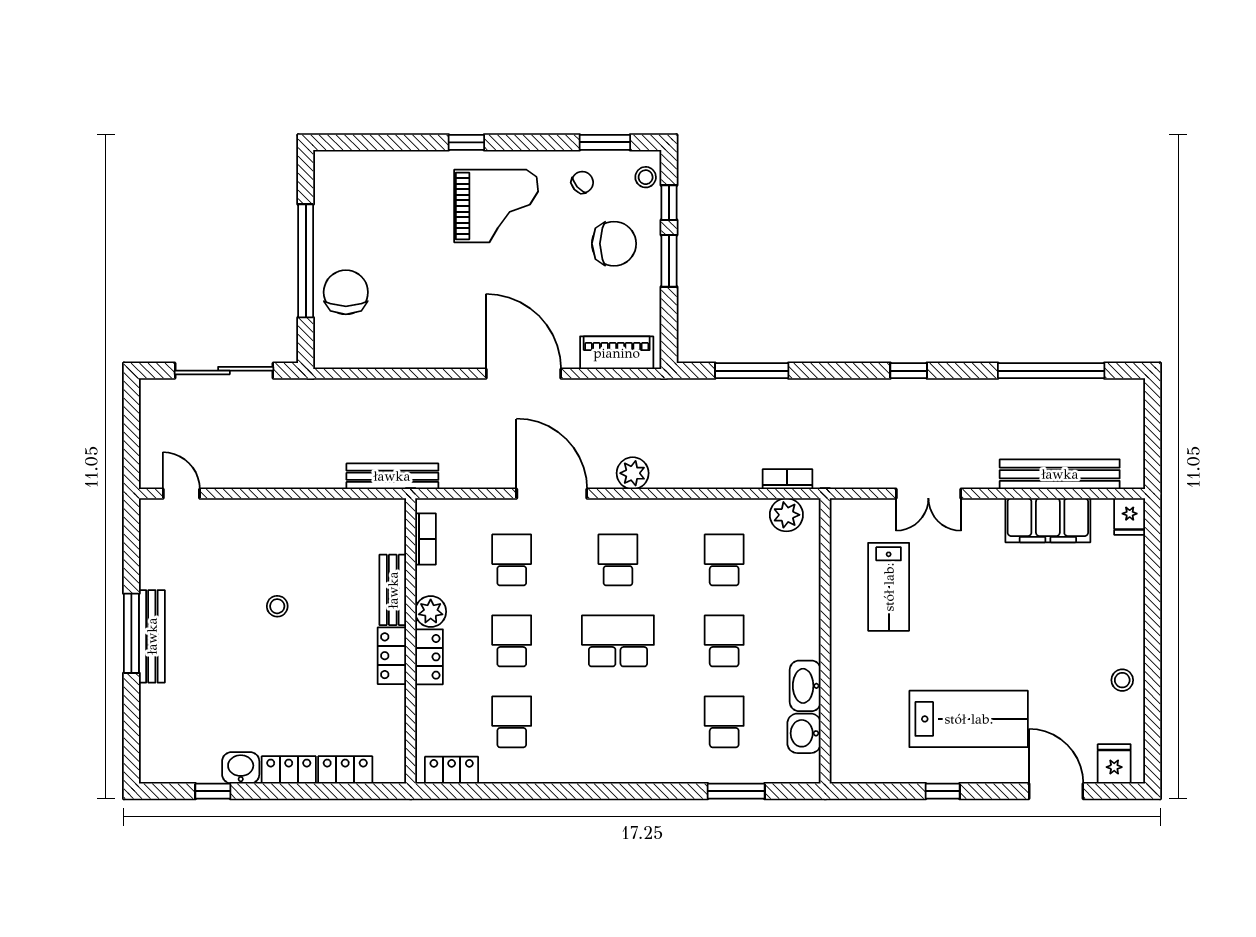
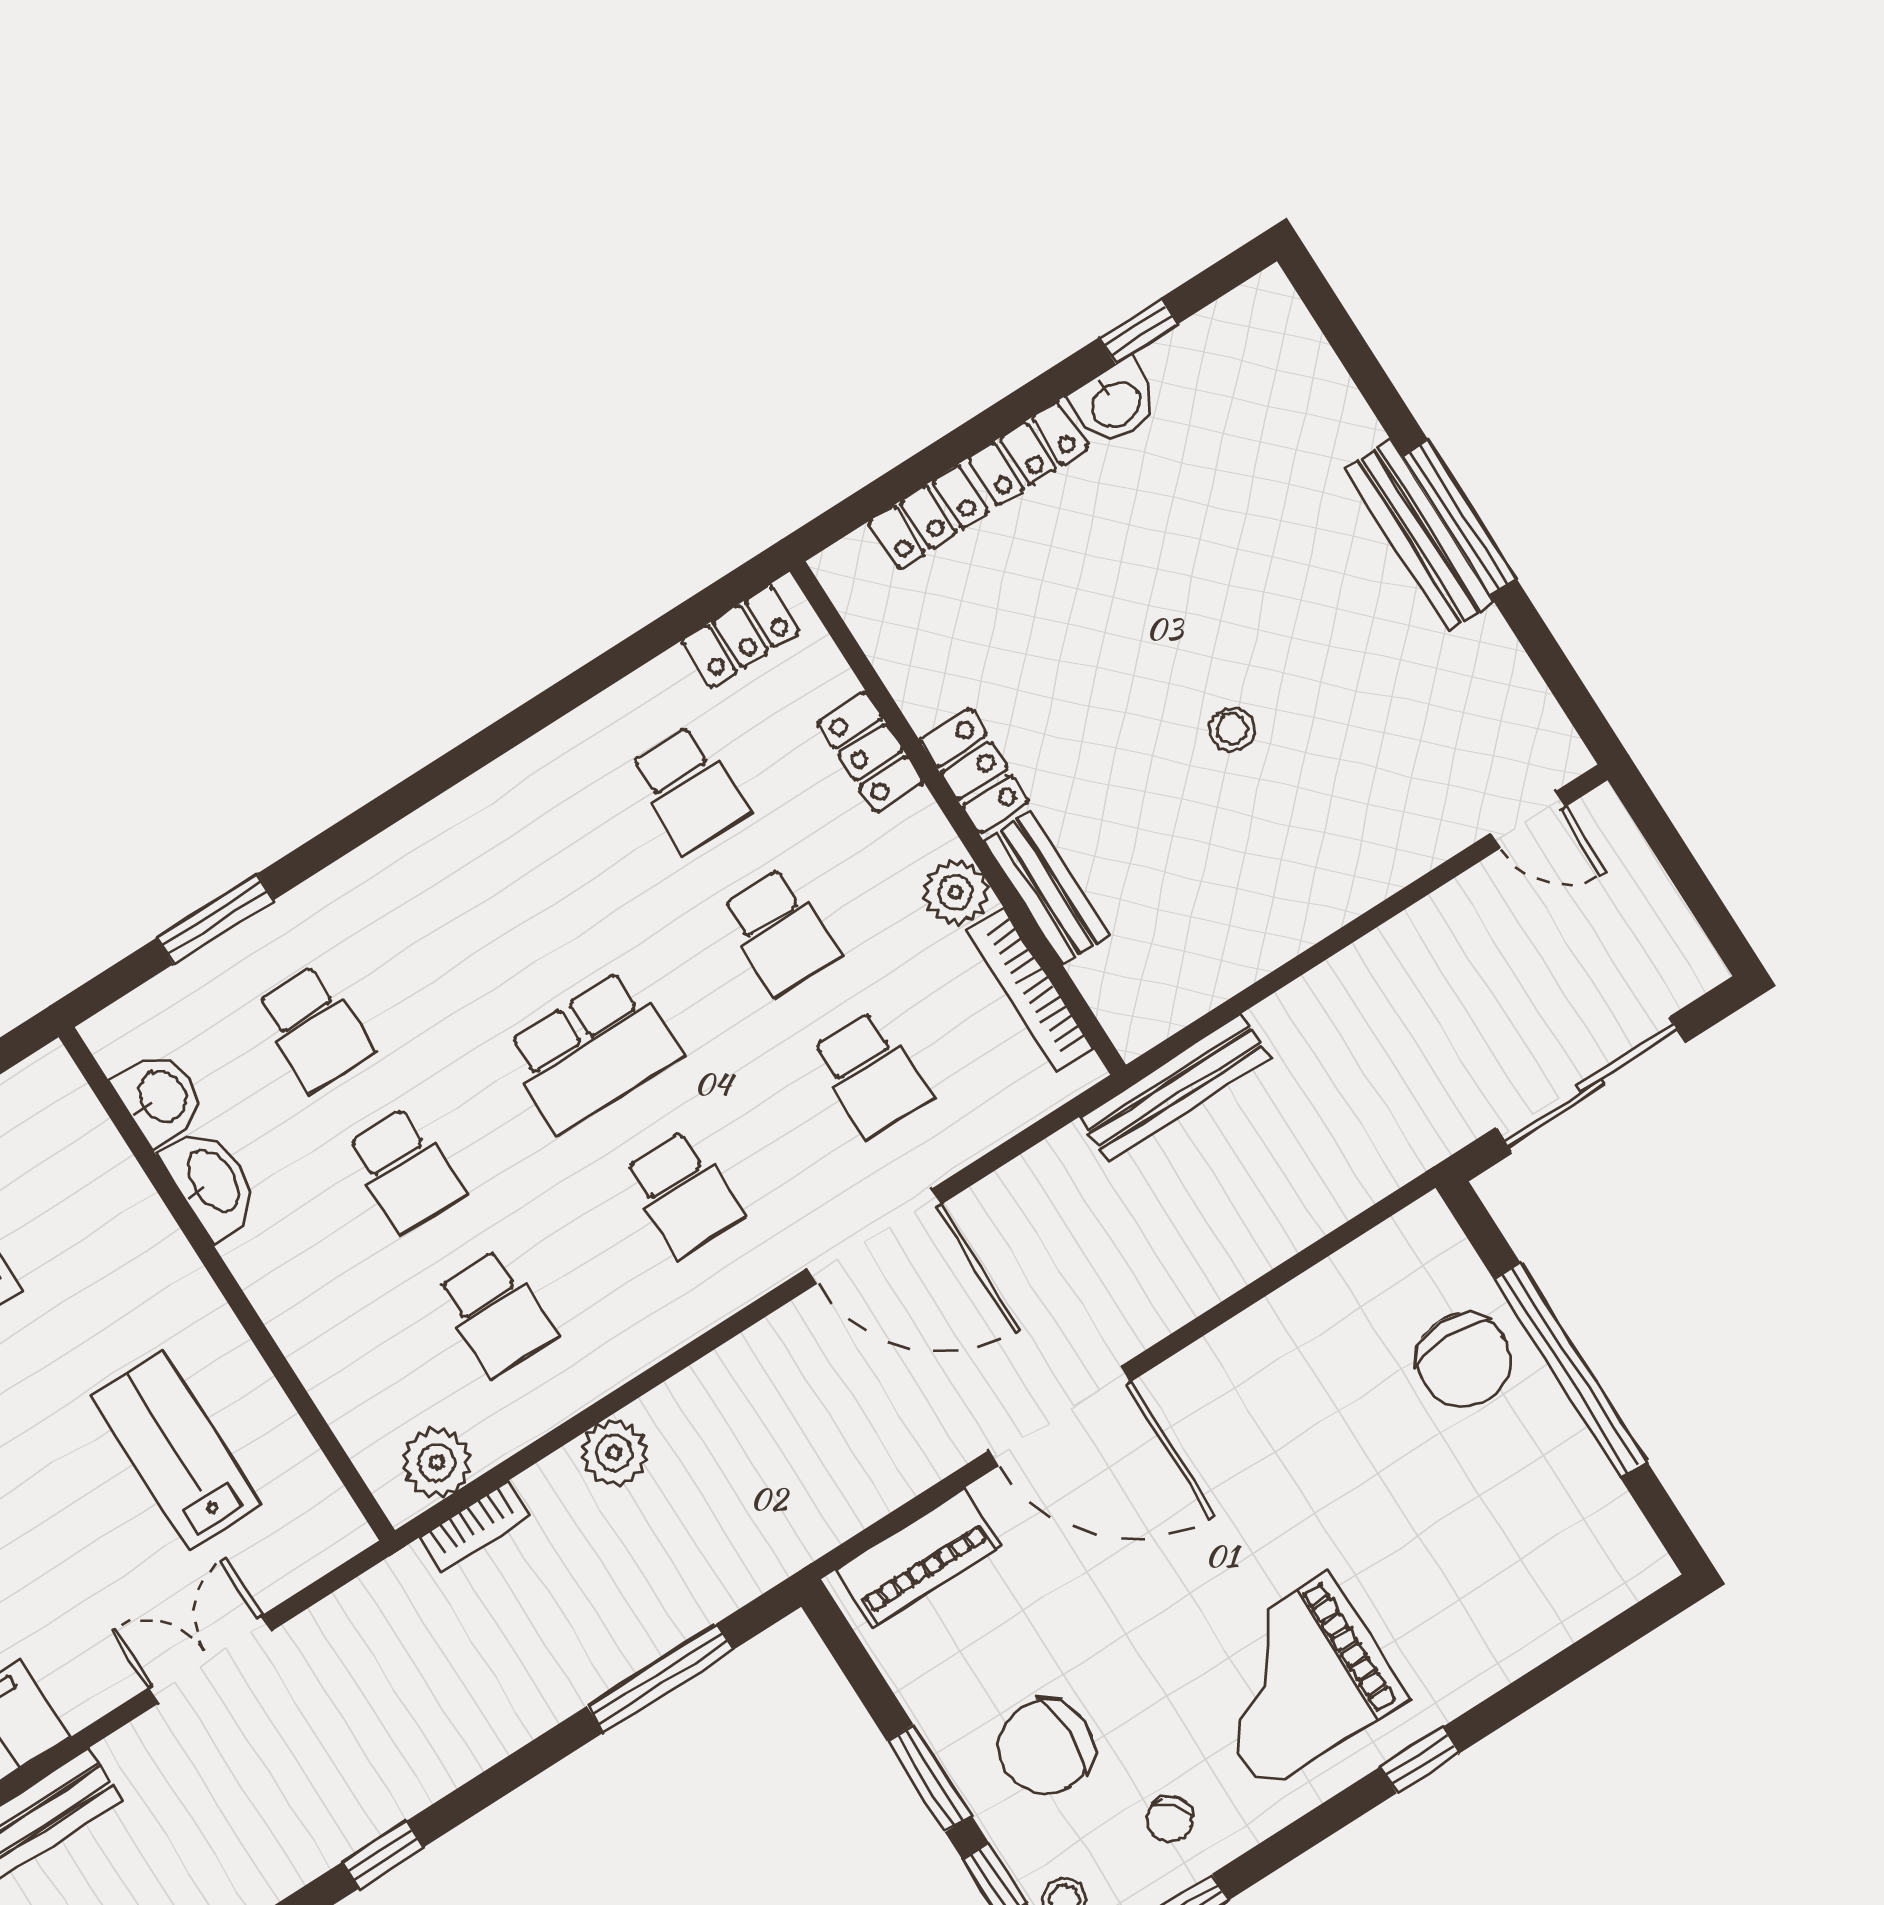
plant: (633, 473) -> (614, 1453), moved
bookcase: (425, 539) -> (1030, 989), width x1.56
locker: (429, 657) -> (870, 752), moved

